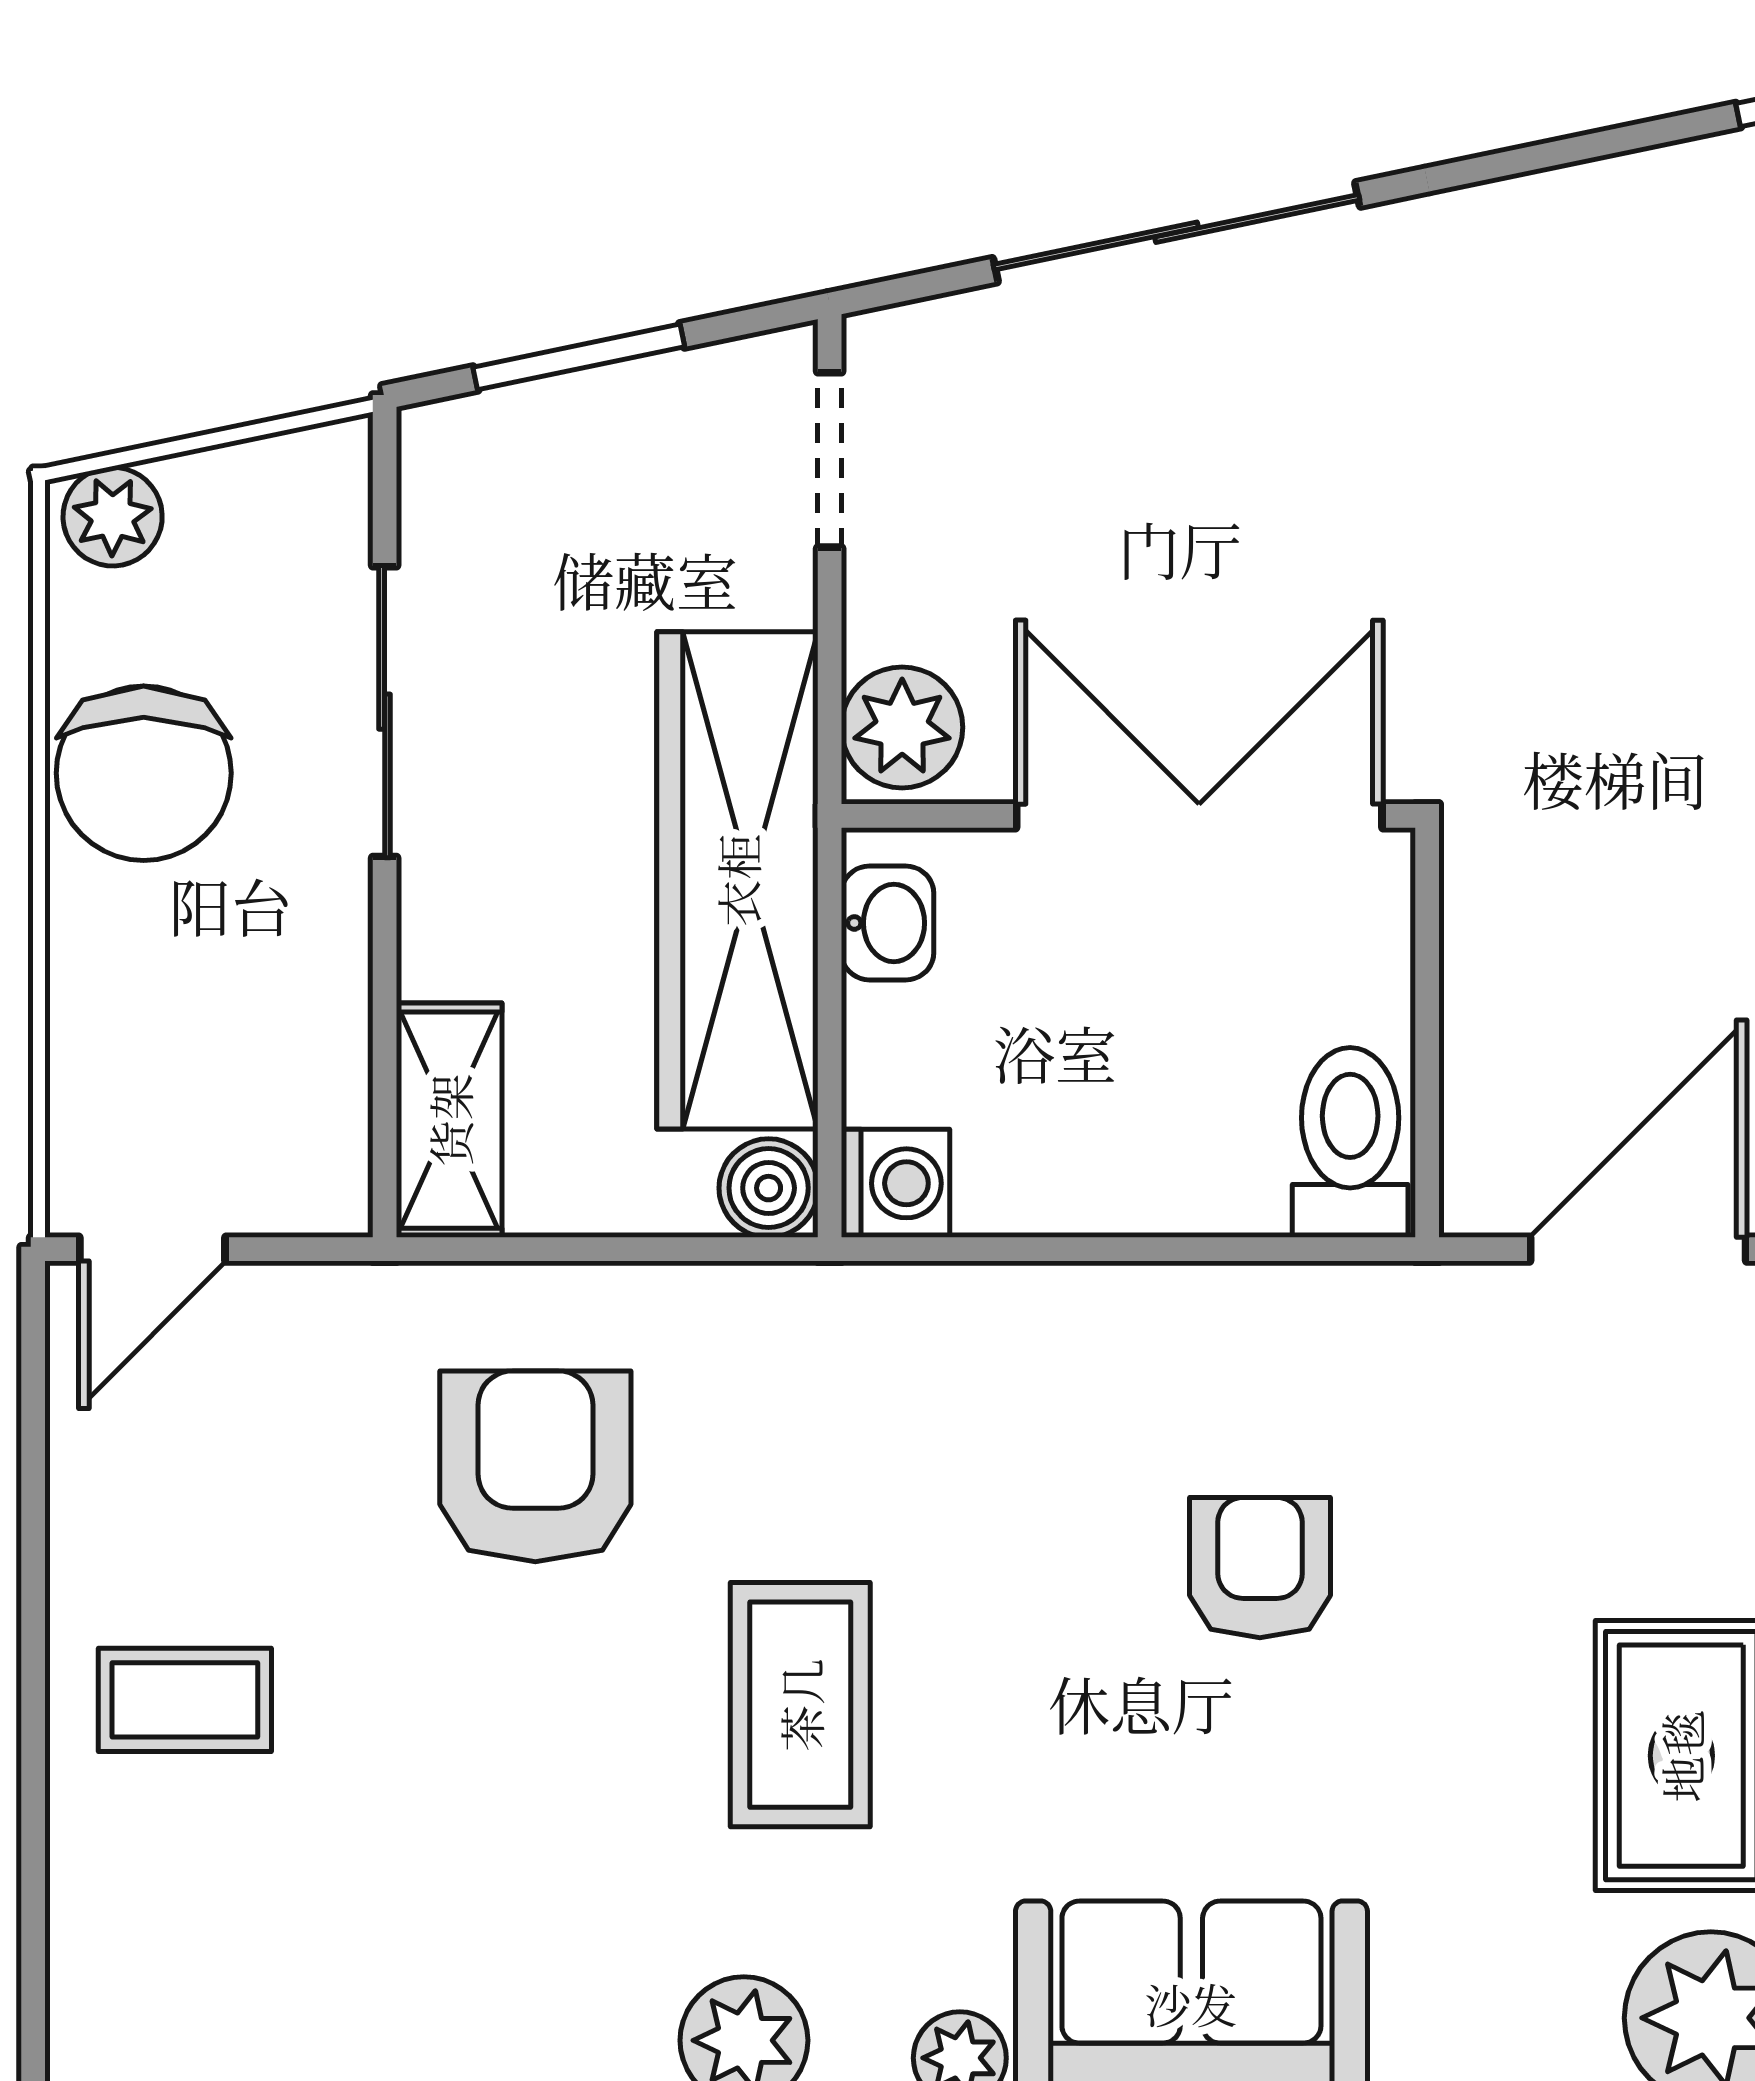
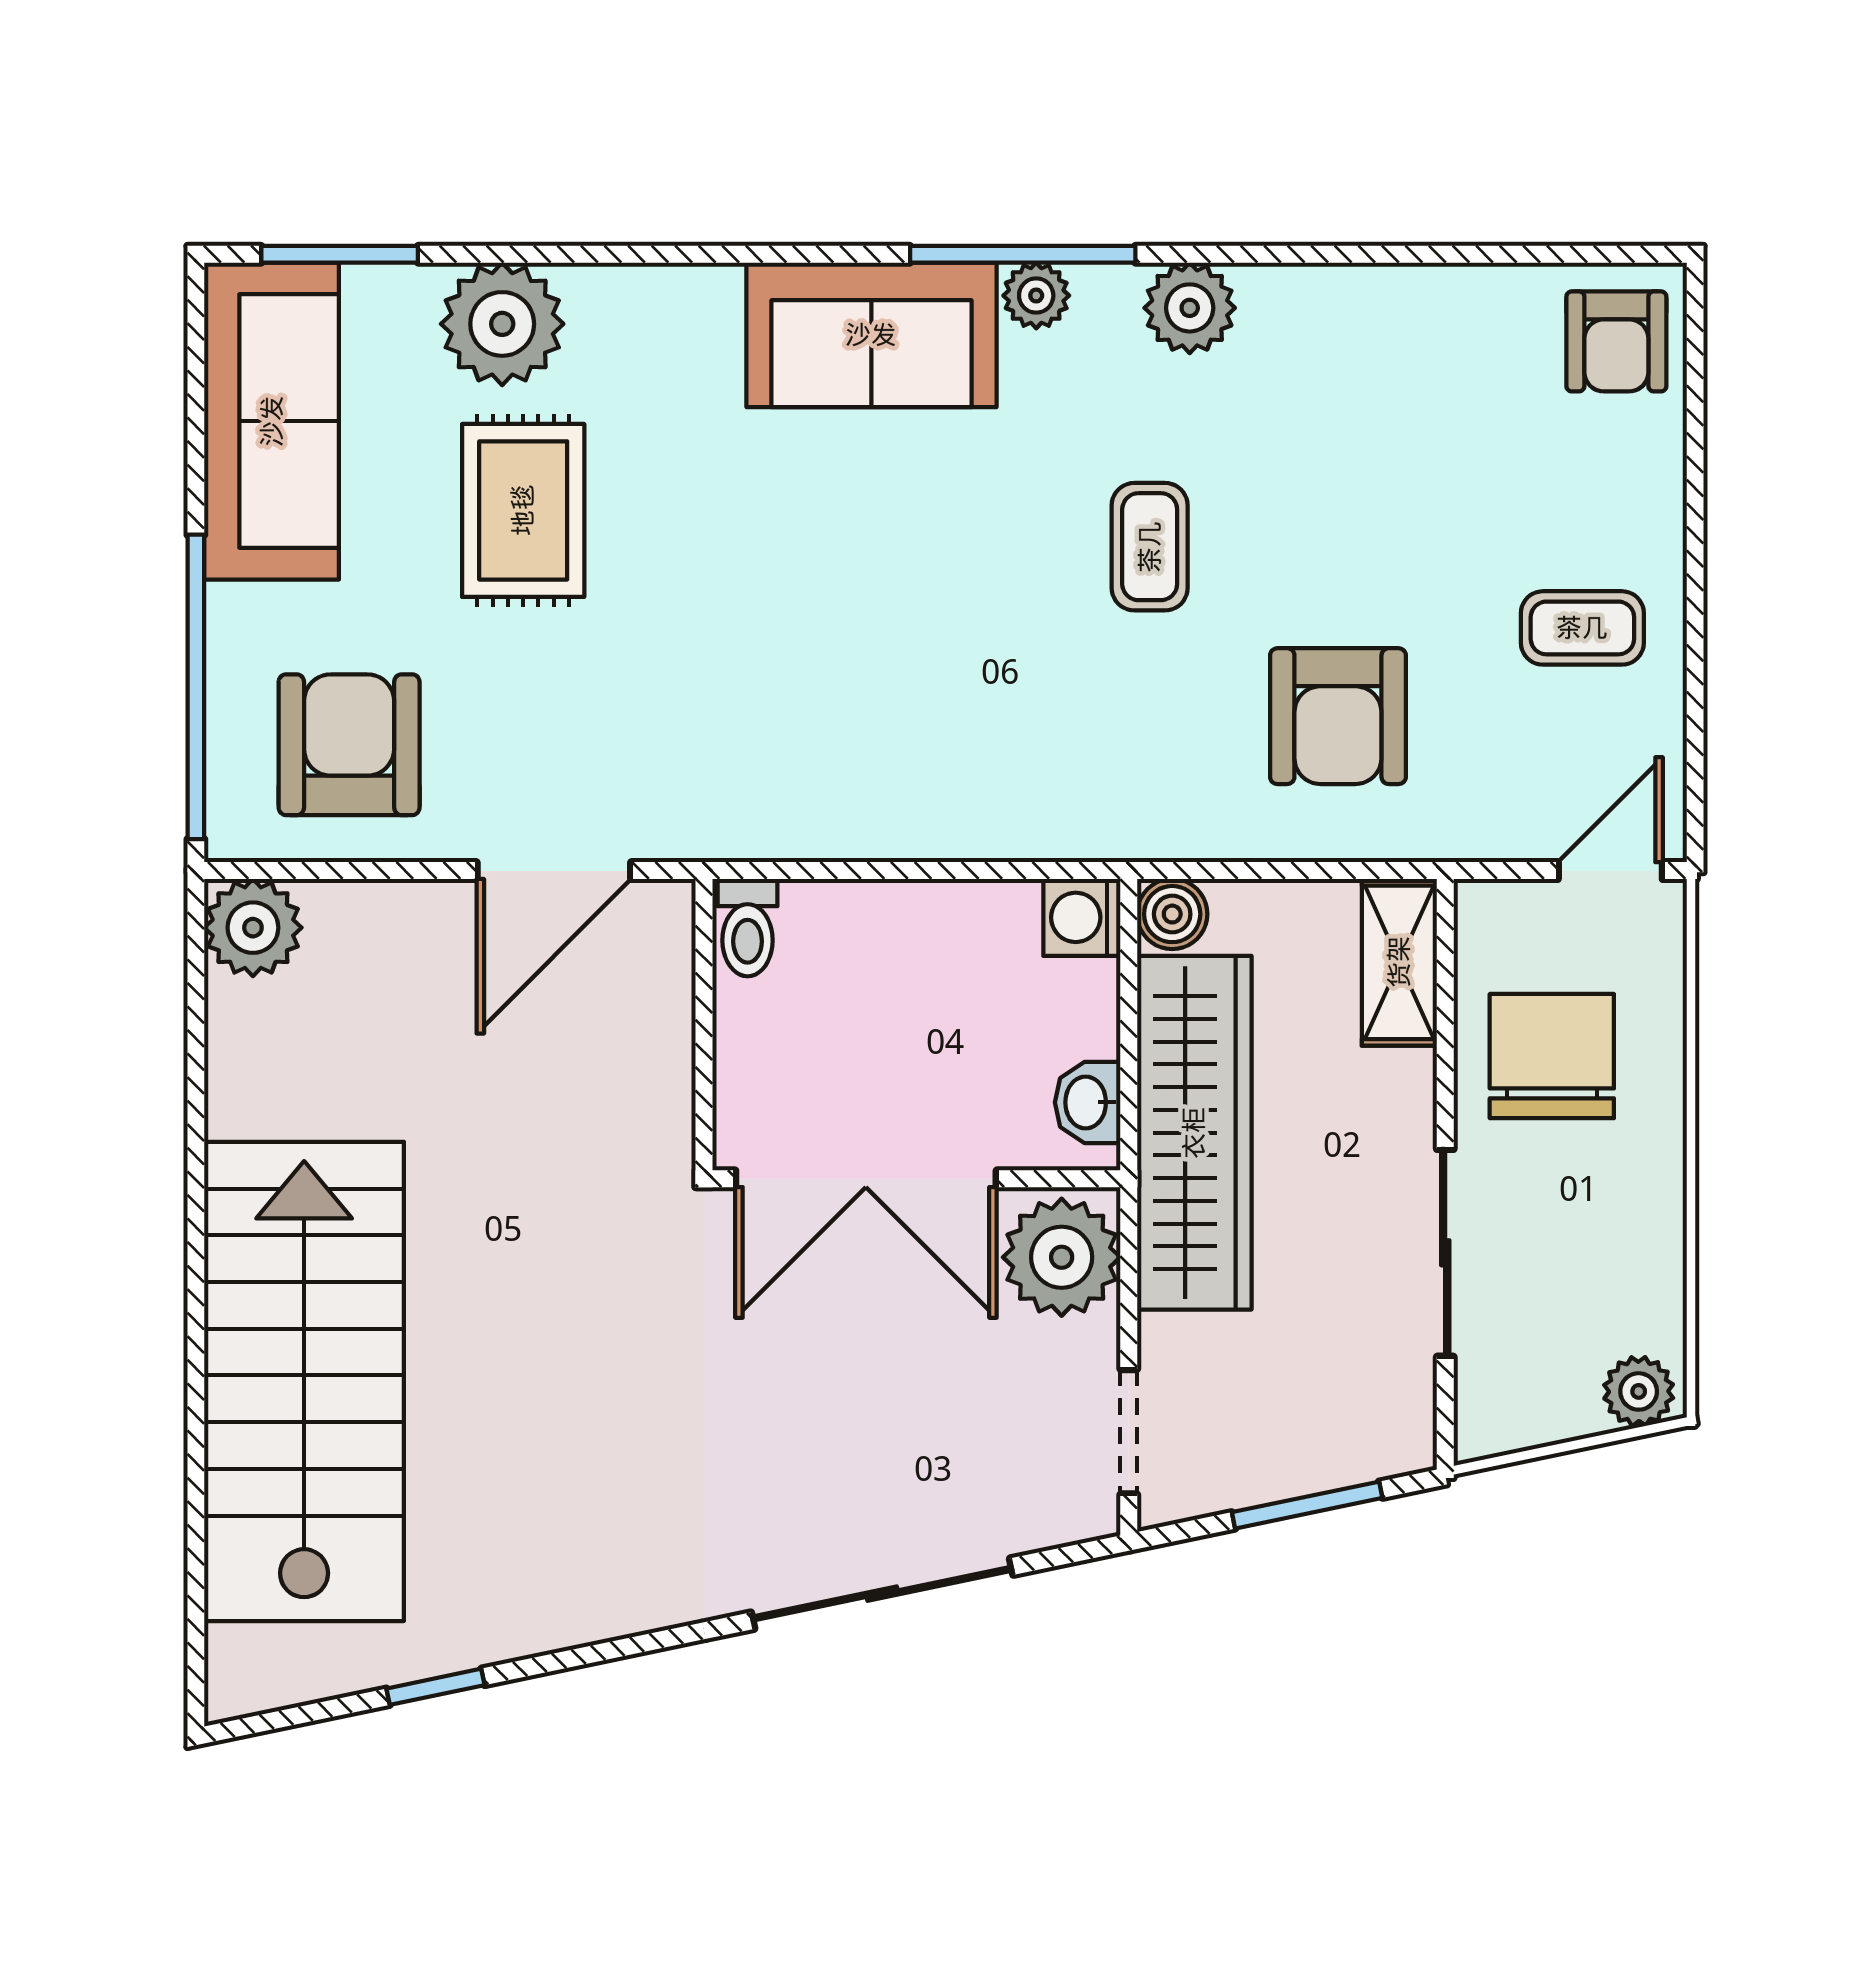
plant: (902, 727) -> (1062, 1257), width x1.36, depth x1.36
chair: (144, 773) -> (1552, 1056), moved
toilet: (1350, 1142) -> (748, 928), width x0.73, depth x0.72
armchair: (1260, 1568) -> (1616, 341), moved
coffee table: (185, 1700) -> (1582, 628), moved
coffee table: (800, 1705) -> (1150, 547), width x0.73, depth x0.77

